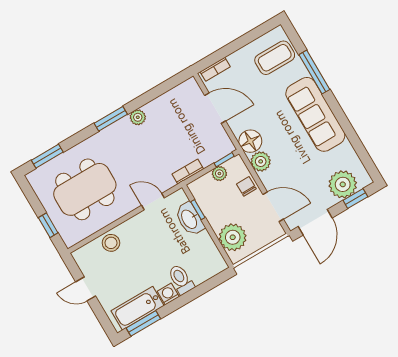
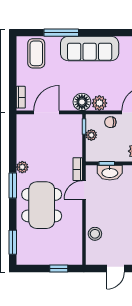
bookcase: (188, 172) -> (78, 169), moved
dining table: (85, 189) -> (42, 205), moved

